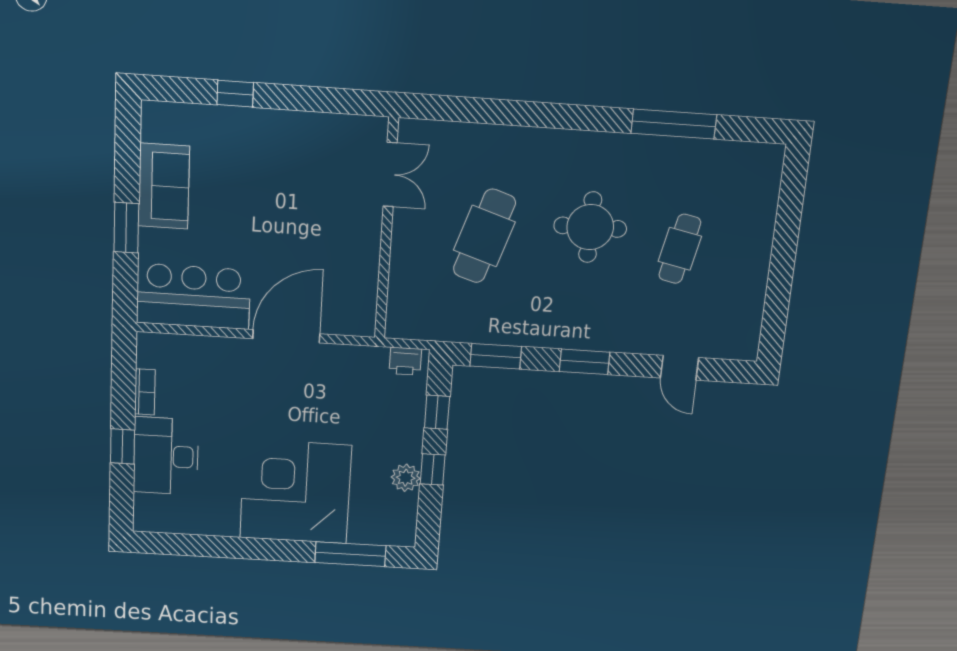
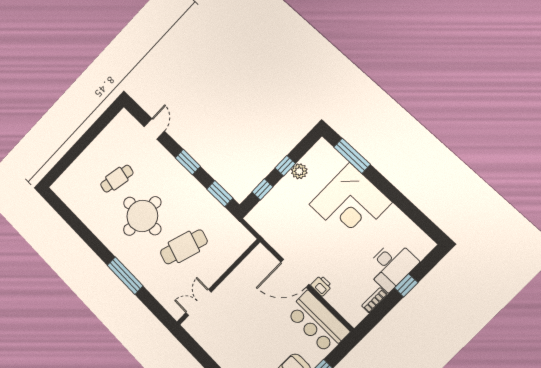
window: (674, 124) -> (125, 276), moved
round table: (590, 227) -> (142, 216), width x1.36, depth x1.36
printer: (405, 361) -> (321, 286), moved

